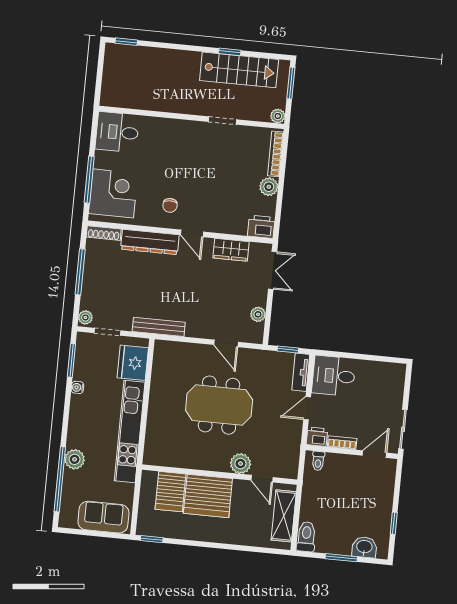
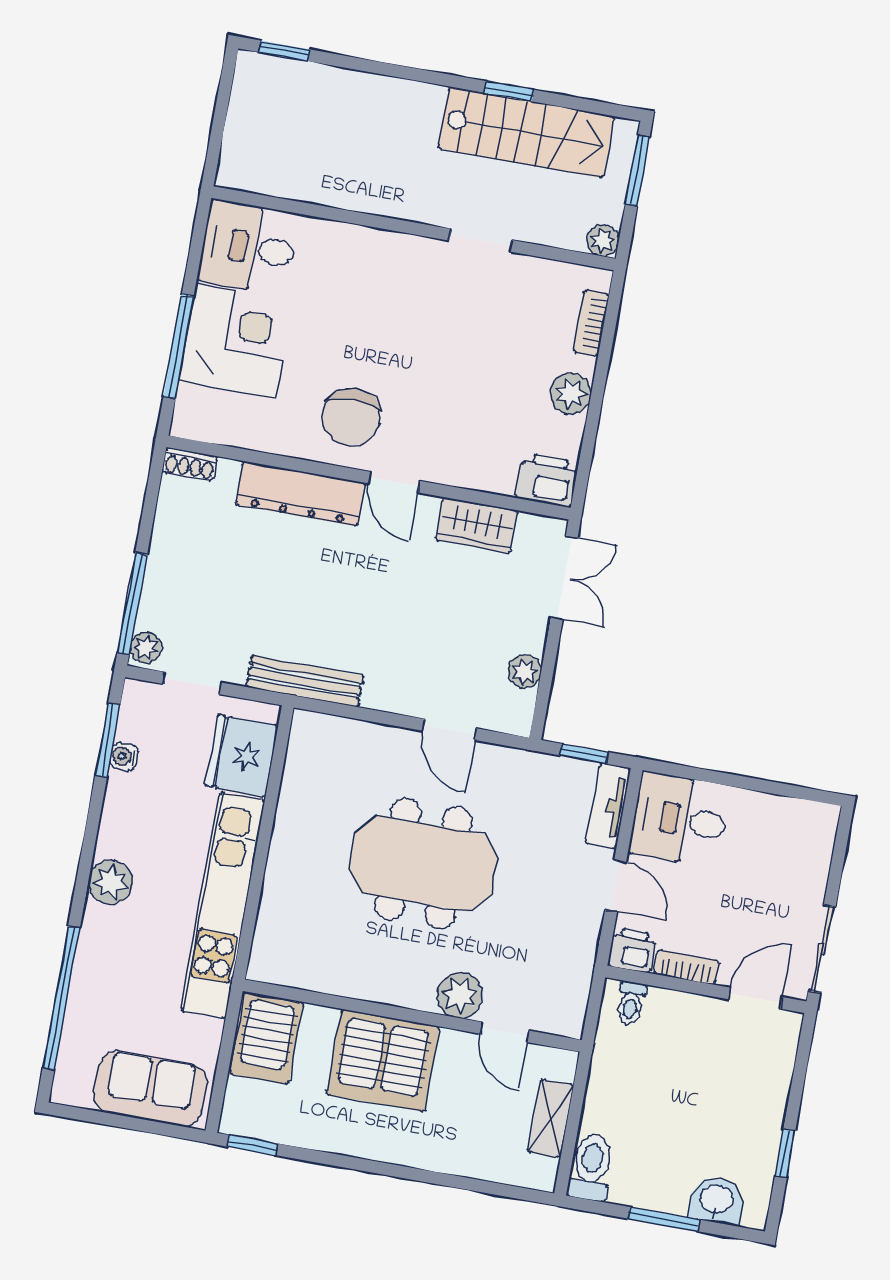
bookcase: (275, 154) -> (591, 323), width x0.64
corner desk: (113, 193) -> (236, 341), moved
chair: (170, 205) -> (351, 417), width x1.87, depth x1.87
shoe rack: (104, 233) -> (190, 464), width x0.70
window: (80, 272) -> (132, 604), moved
water cooler: (77, 387) -> (124, 756), moved
door: (307, 408) -> (616, 886), swing flipped
plant: (75, 459) -> (111, 882), moved
server rack: (170, 492) -> (266, 1038), moved
shelving: (284, 516) -> (551, 1118), width x0.67, depth x0.75

